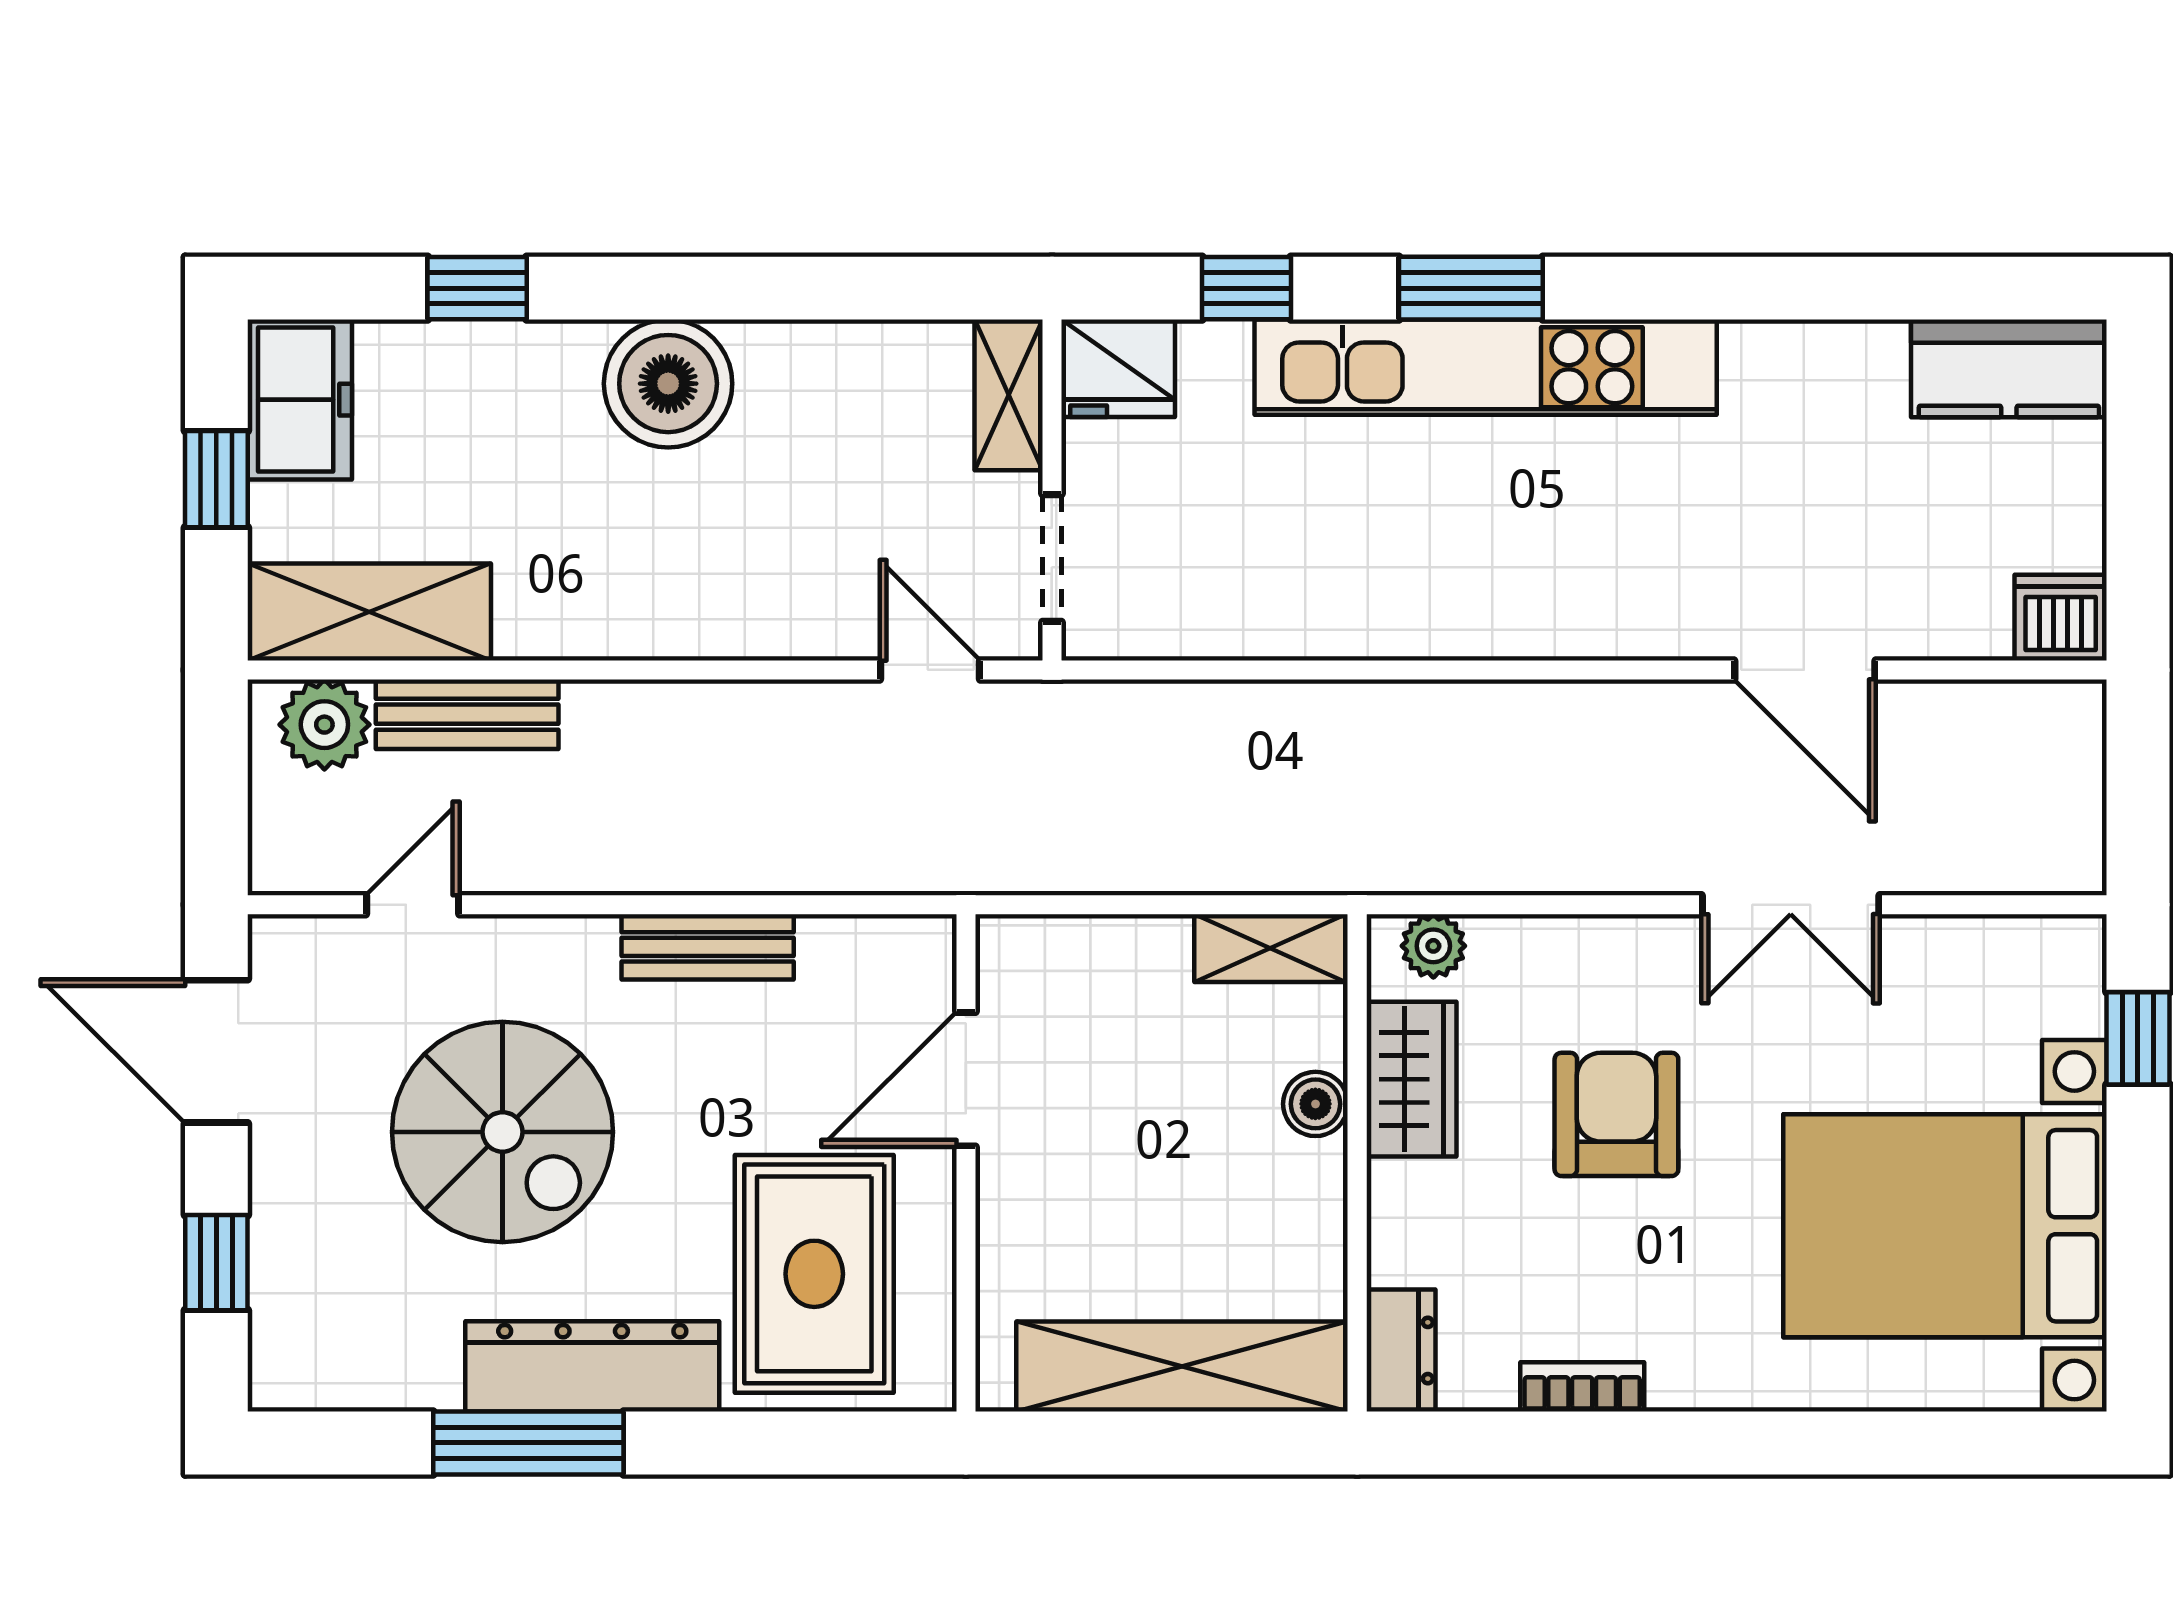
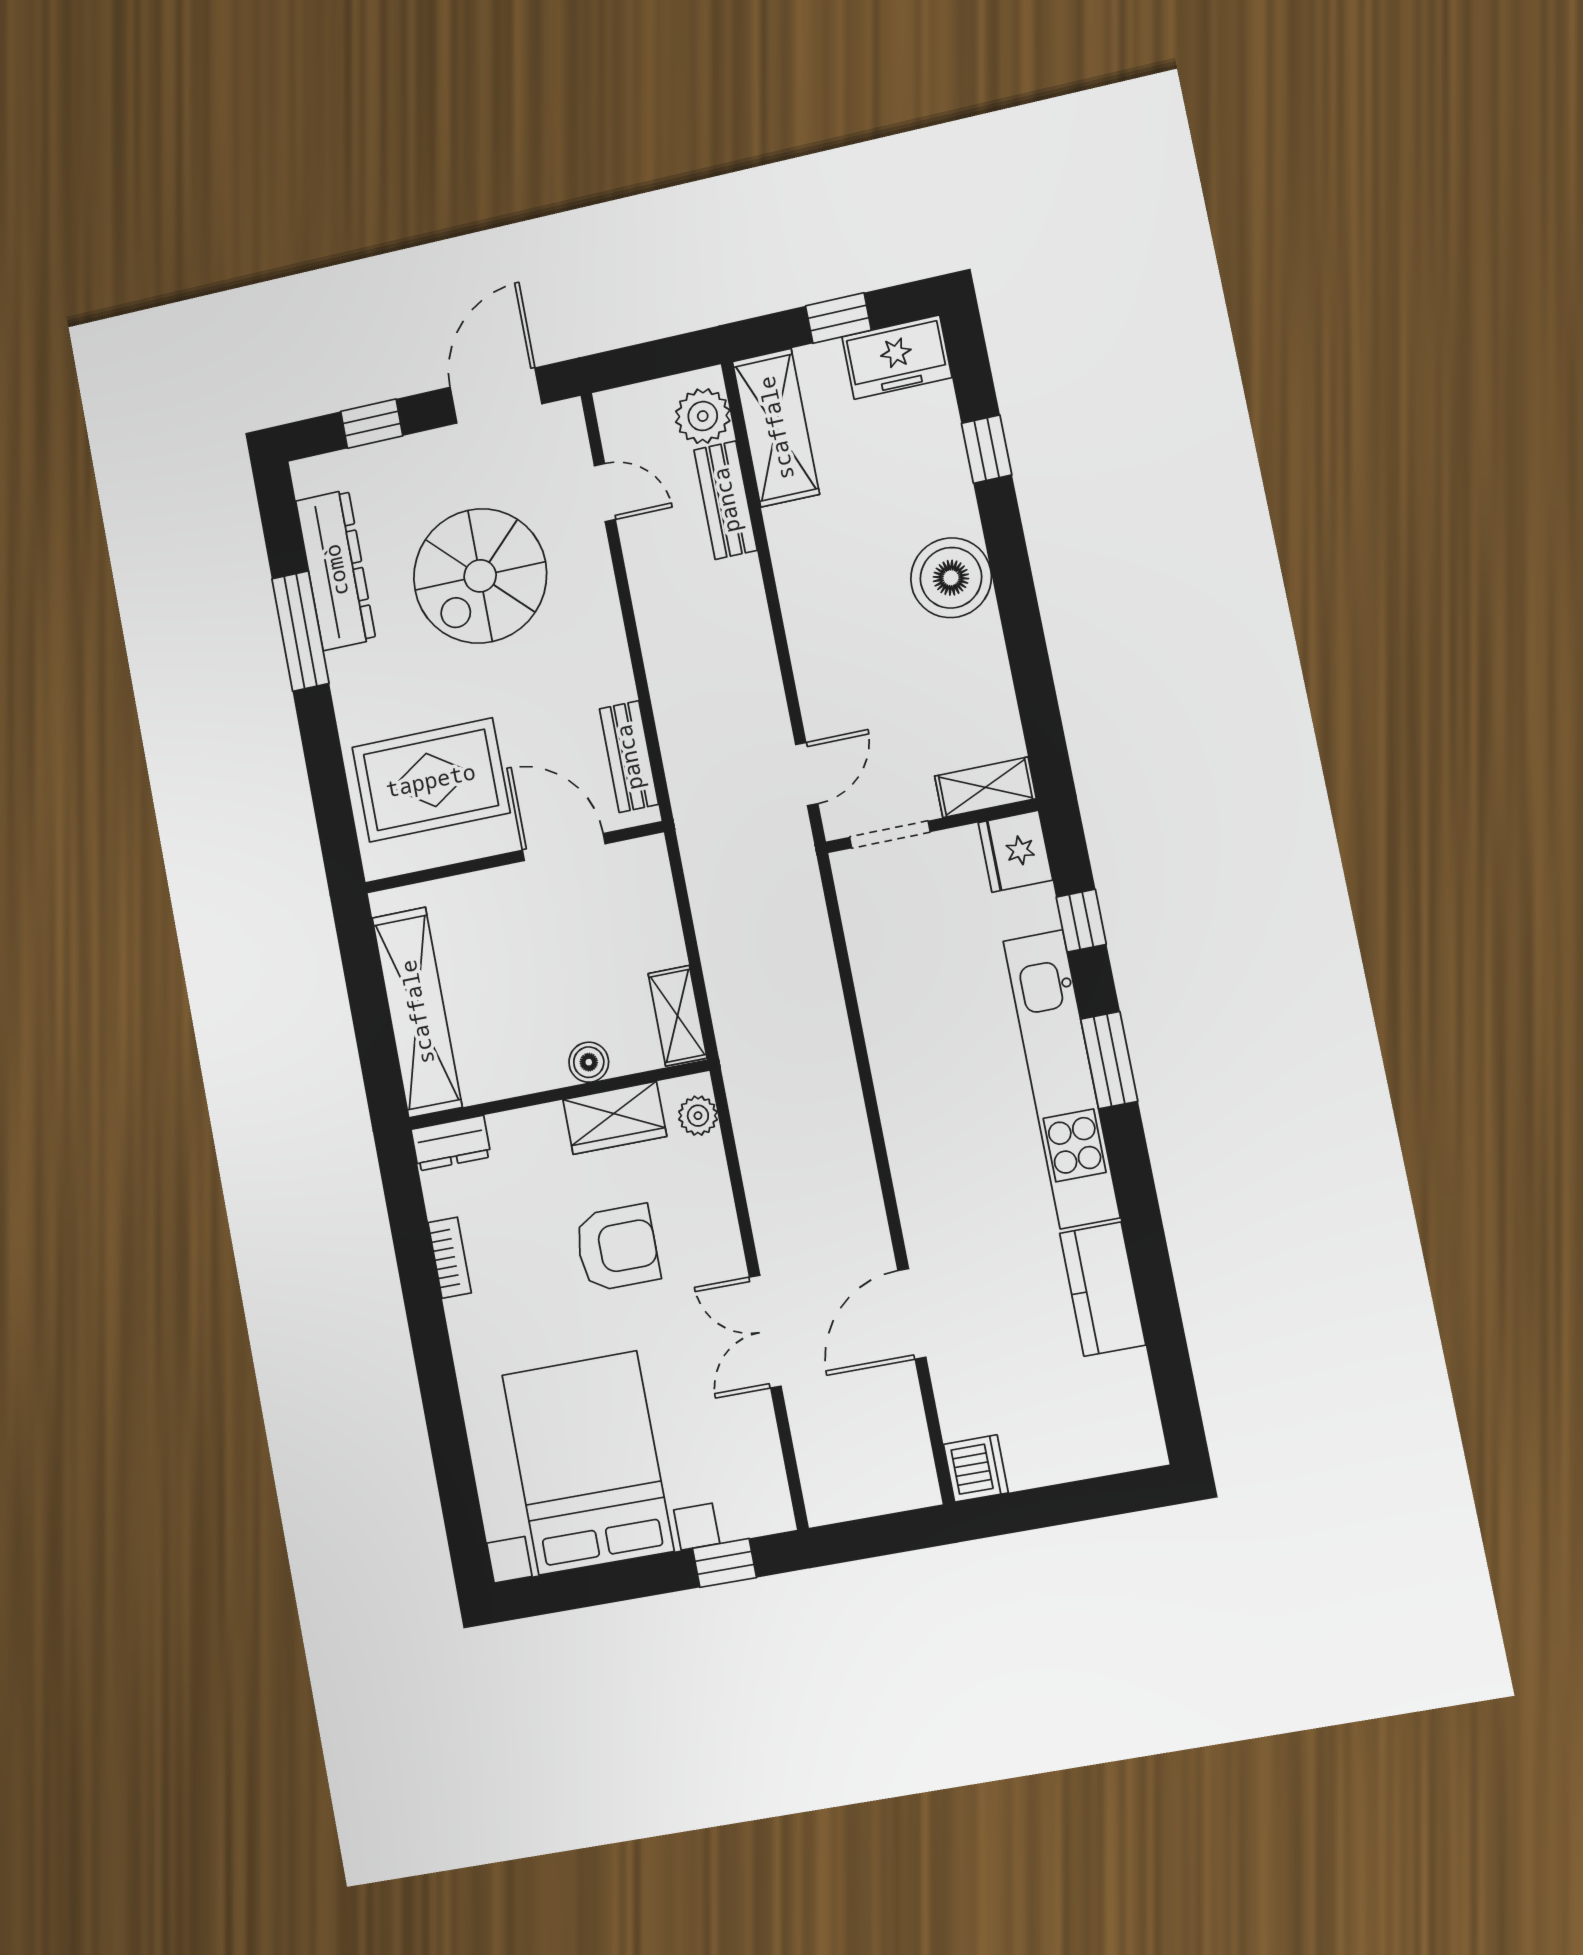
kitchen counter: (2009, 368) -> (1103, 1289), moved
bench: (708, 947) -> (629, 757), moved
dresser: (592, 1366) -> (336, 570), moved

